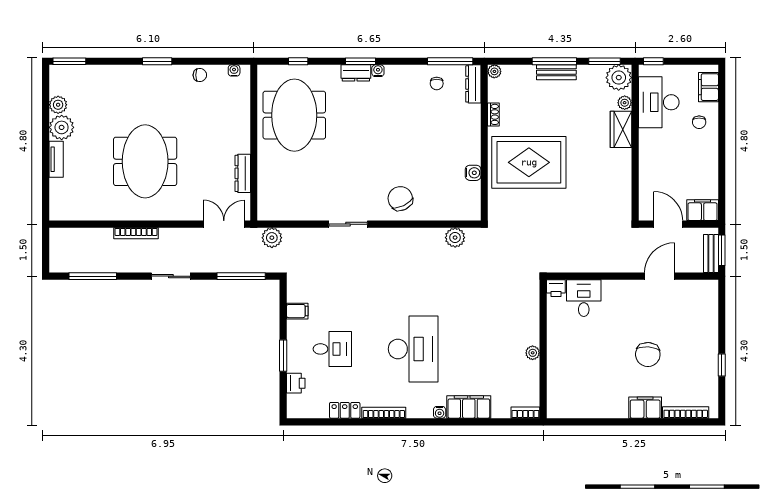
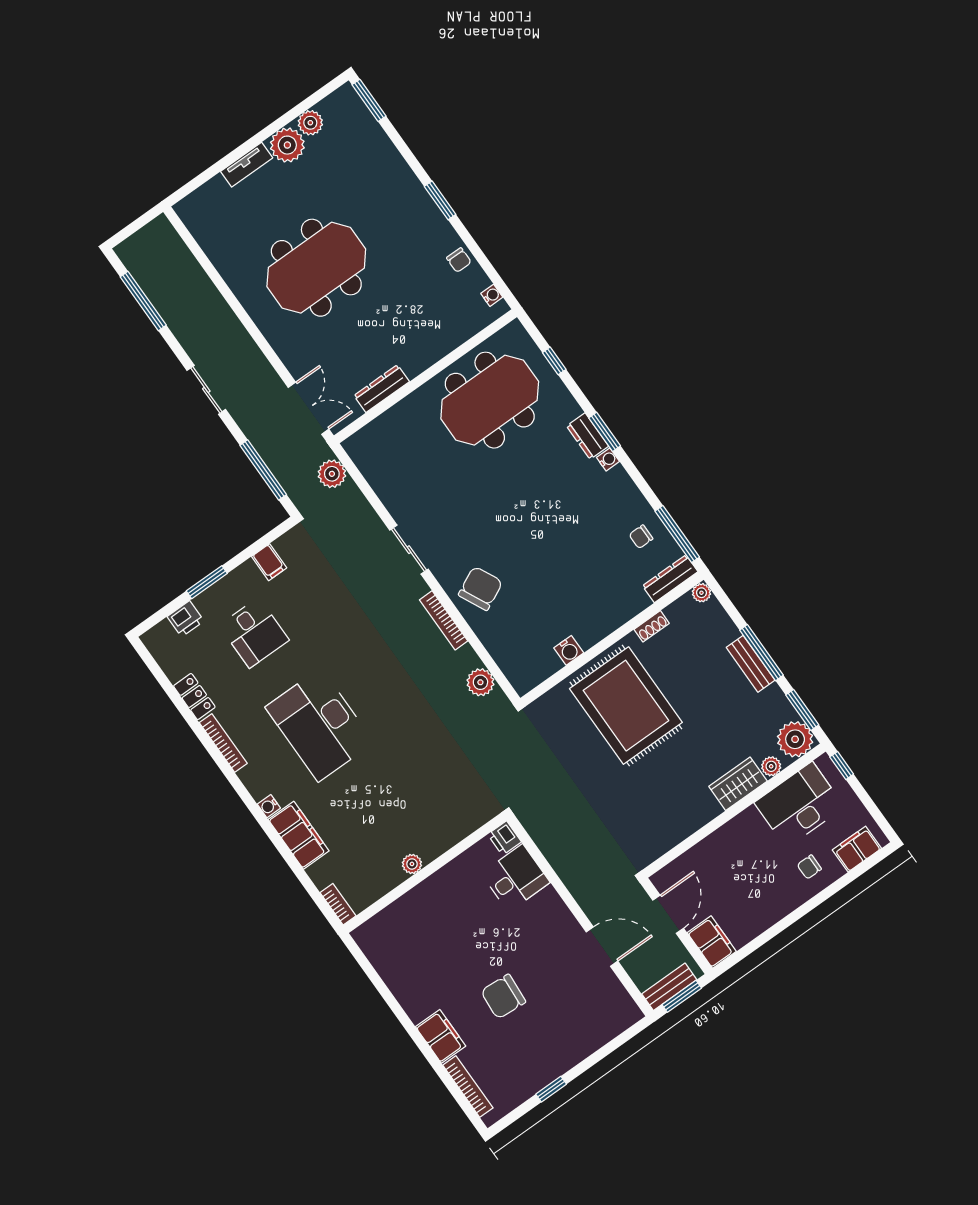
bookcase: (136, 233) -> (444, 620), moved
desk: (413, 349) -> (320, 725), turned 90

